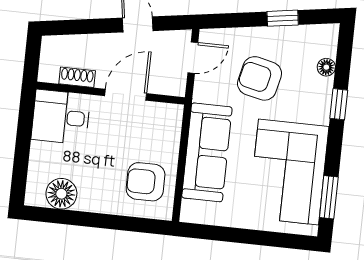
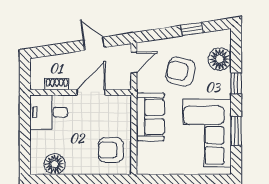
floor lamp: (326, 67) -> (220, 59), width x1.89, depth x1.89
sofa: (207, 152) -> (150, 117), width x0.73
window: (329, 197) -> (236, 131), moved

